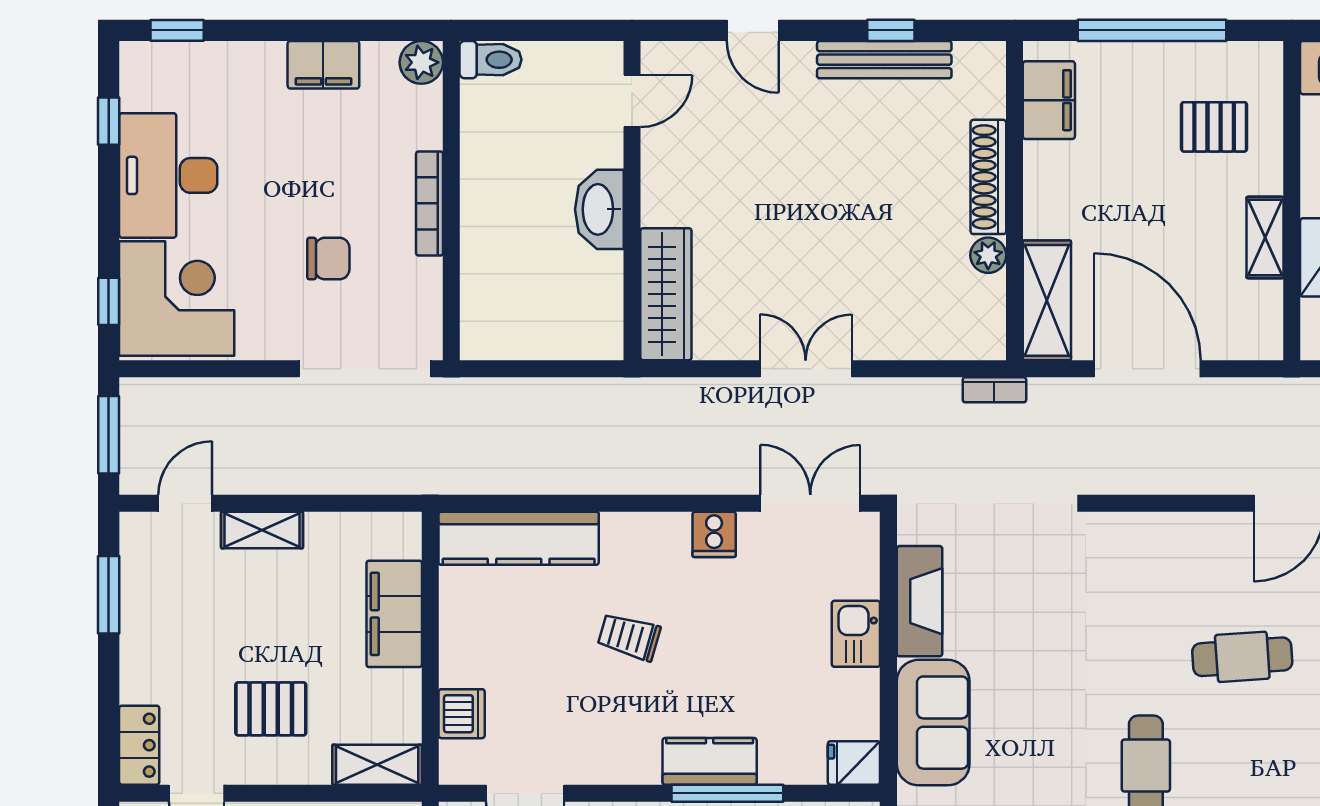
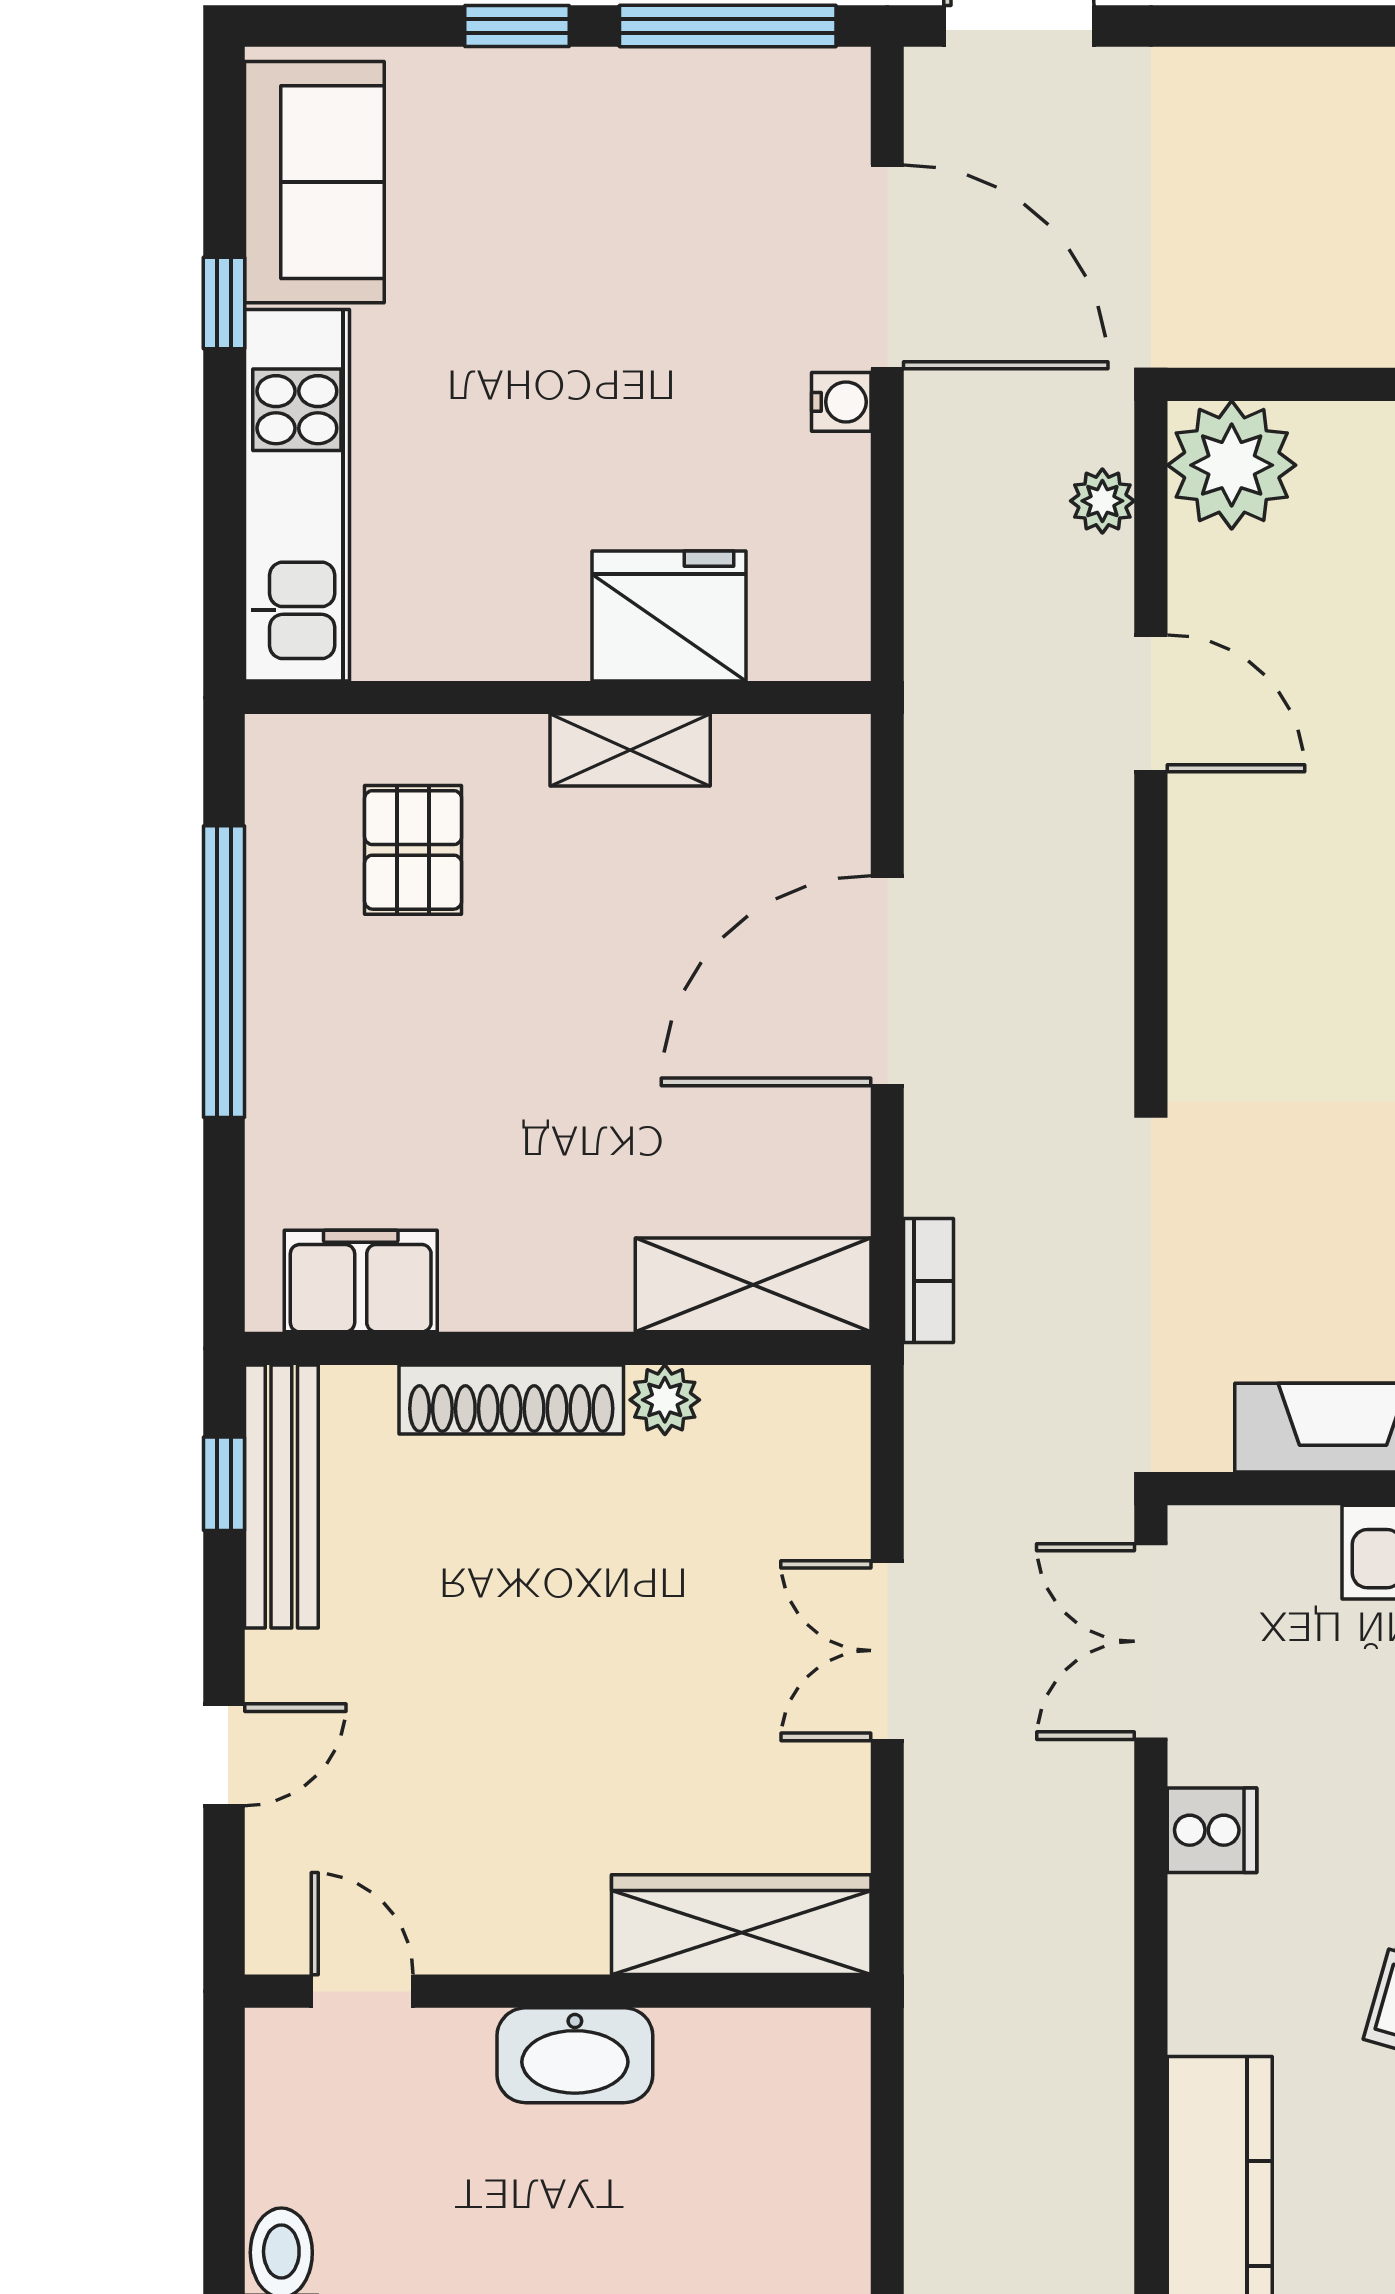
filing cabinet: (1049, 100) -> (361, 1281), moved
shoe rack: (988, 177) -> (511, 1400), moved
wall: (1014, 201) -> (558, 1348), moved
plant: (988, 255) -> (665, 1400), moved
shelving: (1047, 300) -> (753, 1285), moved

